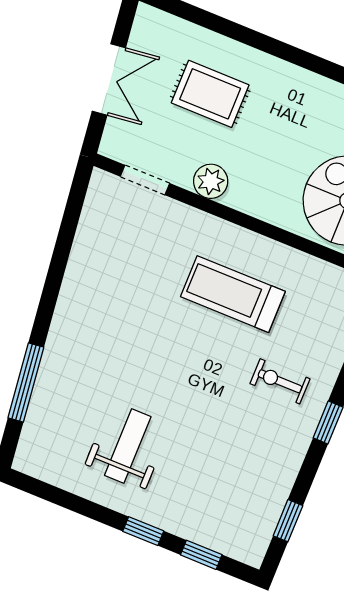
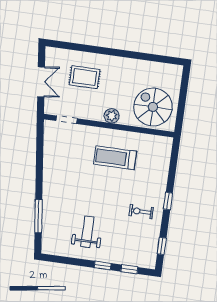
plant: (211, 181) -> (112, 116), moved
exercise bike: (280, 381) -> (141, 212), moved

